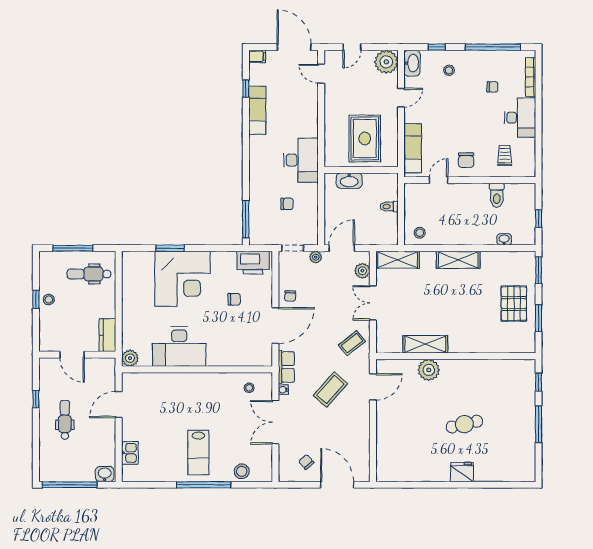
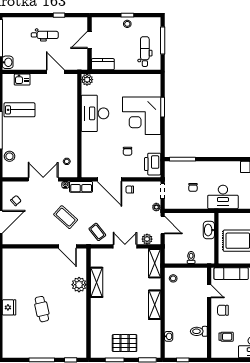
lab bench: (198, 453) -> (19, 110), moved, turned 180

